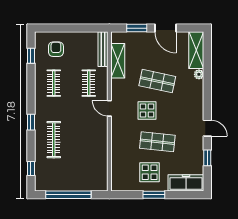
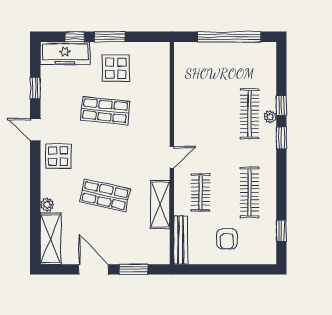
armchair: (56, 49) -> (227, 239), moved
shelving: (118, 61) -> (160, 205), moved
clothes rail: (54, 83) -> (250, 192), width x1.36
door: (109, 108) -> (172, 157), hinge flipped
display table: (147, 110) -> (58, 156), moved
plant: (39, 137) -> (270, 117), added
window: (31, 168) -> (281, 105), moved
window: (179, 195) -> (75, 37), added

